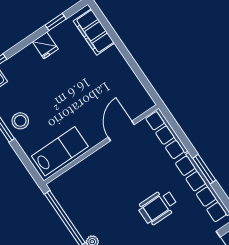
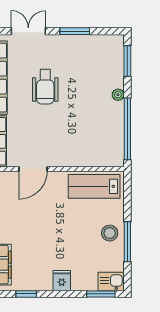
fridge: (45, 45) -> (62, 281), moved
wheelchair: (158, 207) -> (45, 87), turned 90

